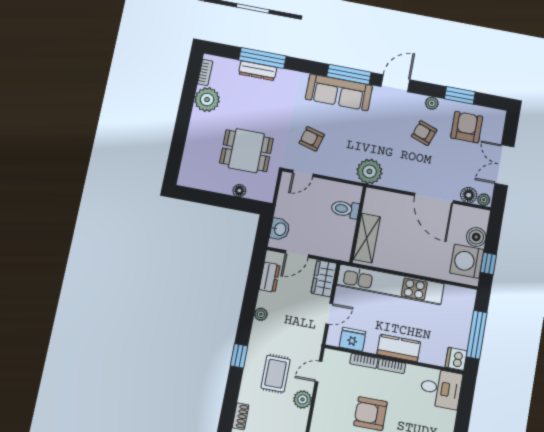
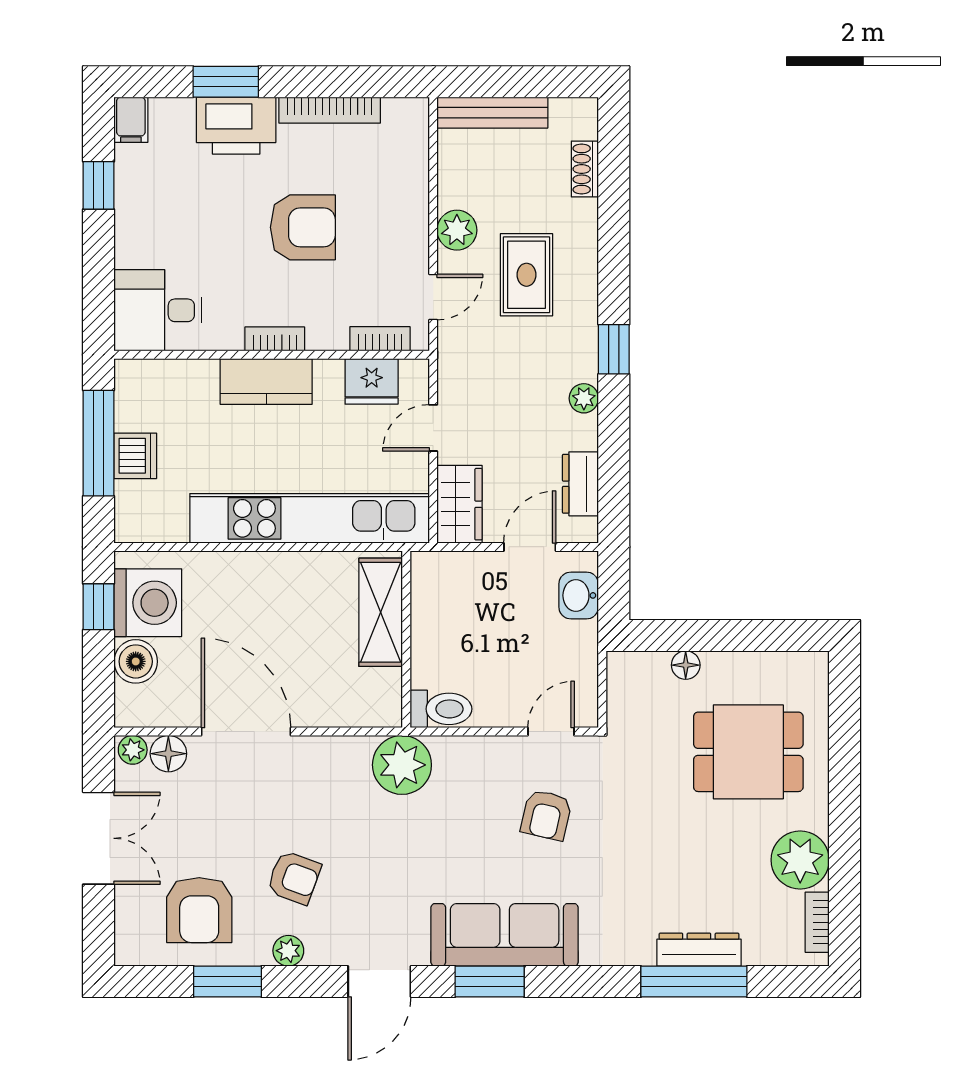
window: (349, 74) -> (490, 981), width x0.69
armchair: (312, 139) -> (546, 815), turned 88
dining table: (246, 151) -> (748, 752), moved
toilet: (345, 209) -> (441, 709), moved
window: (239, 356) -> (614, 349), moved
dishwasher: (456, 359) -> (135, 456), moved
bookcase: (364, 361) -> (380, 339), moved

